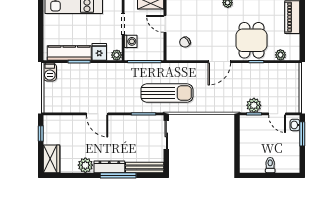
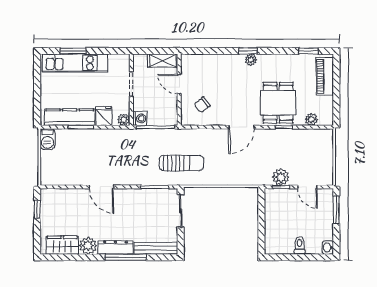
washing machine: (131, 41) -> (140, 119), moved
sun lounger: (167, 93) -> (181, 163), width x0.73, depth x0.75
washbasin: (295, 125) -> (328, 248), moved
wardrobe: (51, 159) -> (62, 245), moved, turned -90

